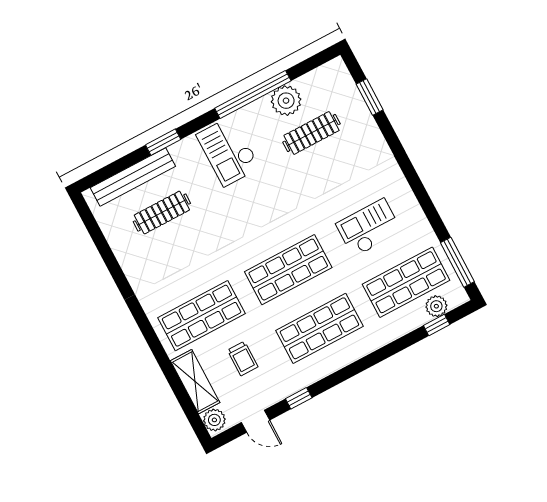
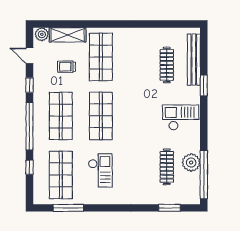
window: (253, 94) -> (204, 175), moved
window: (457, 262) -> (68, 208), moved
plant: (436, 306) -> (40, 184), removed
window: (437, 325) -> (30, 167), moved
window: (359, 366) -> (30, 126), added
door: (255, 421) -> (30, 56), hinge flipped

